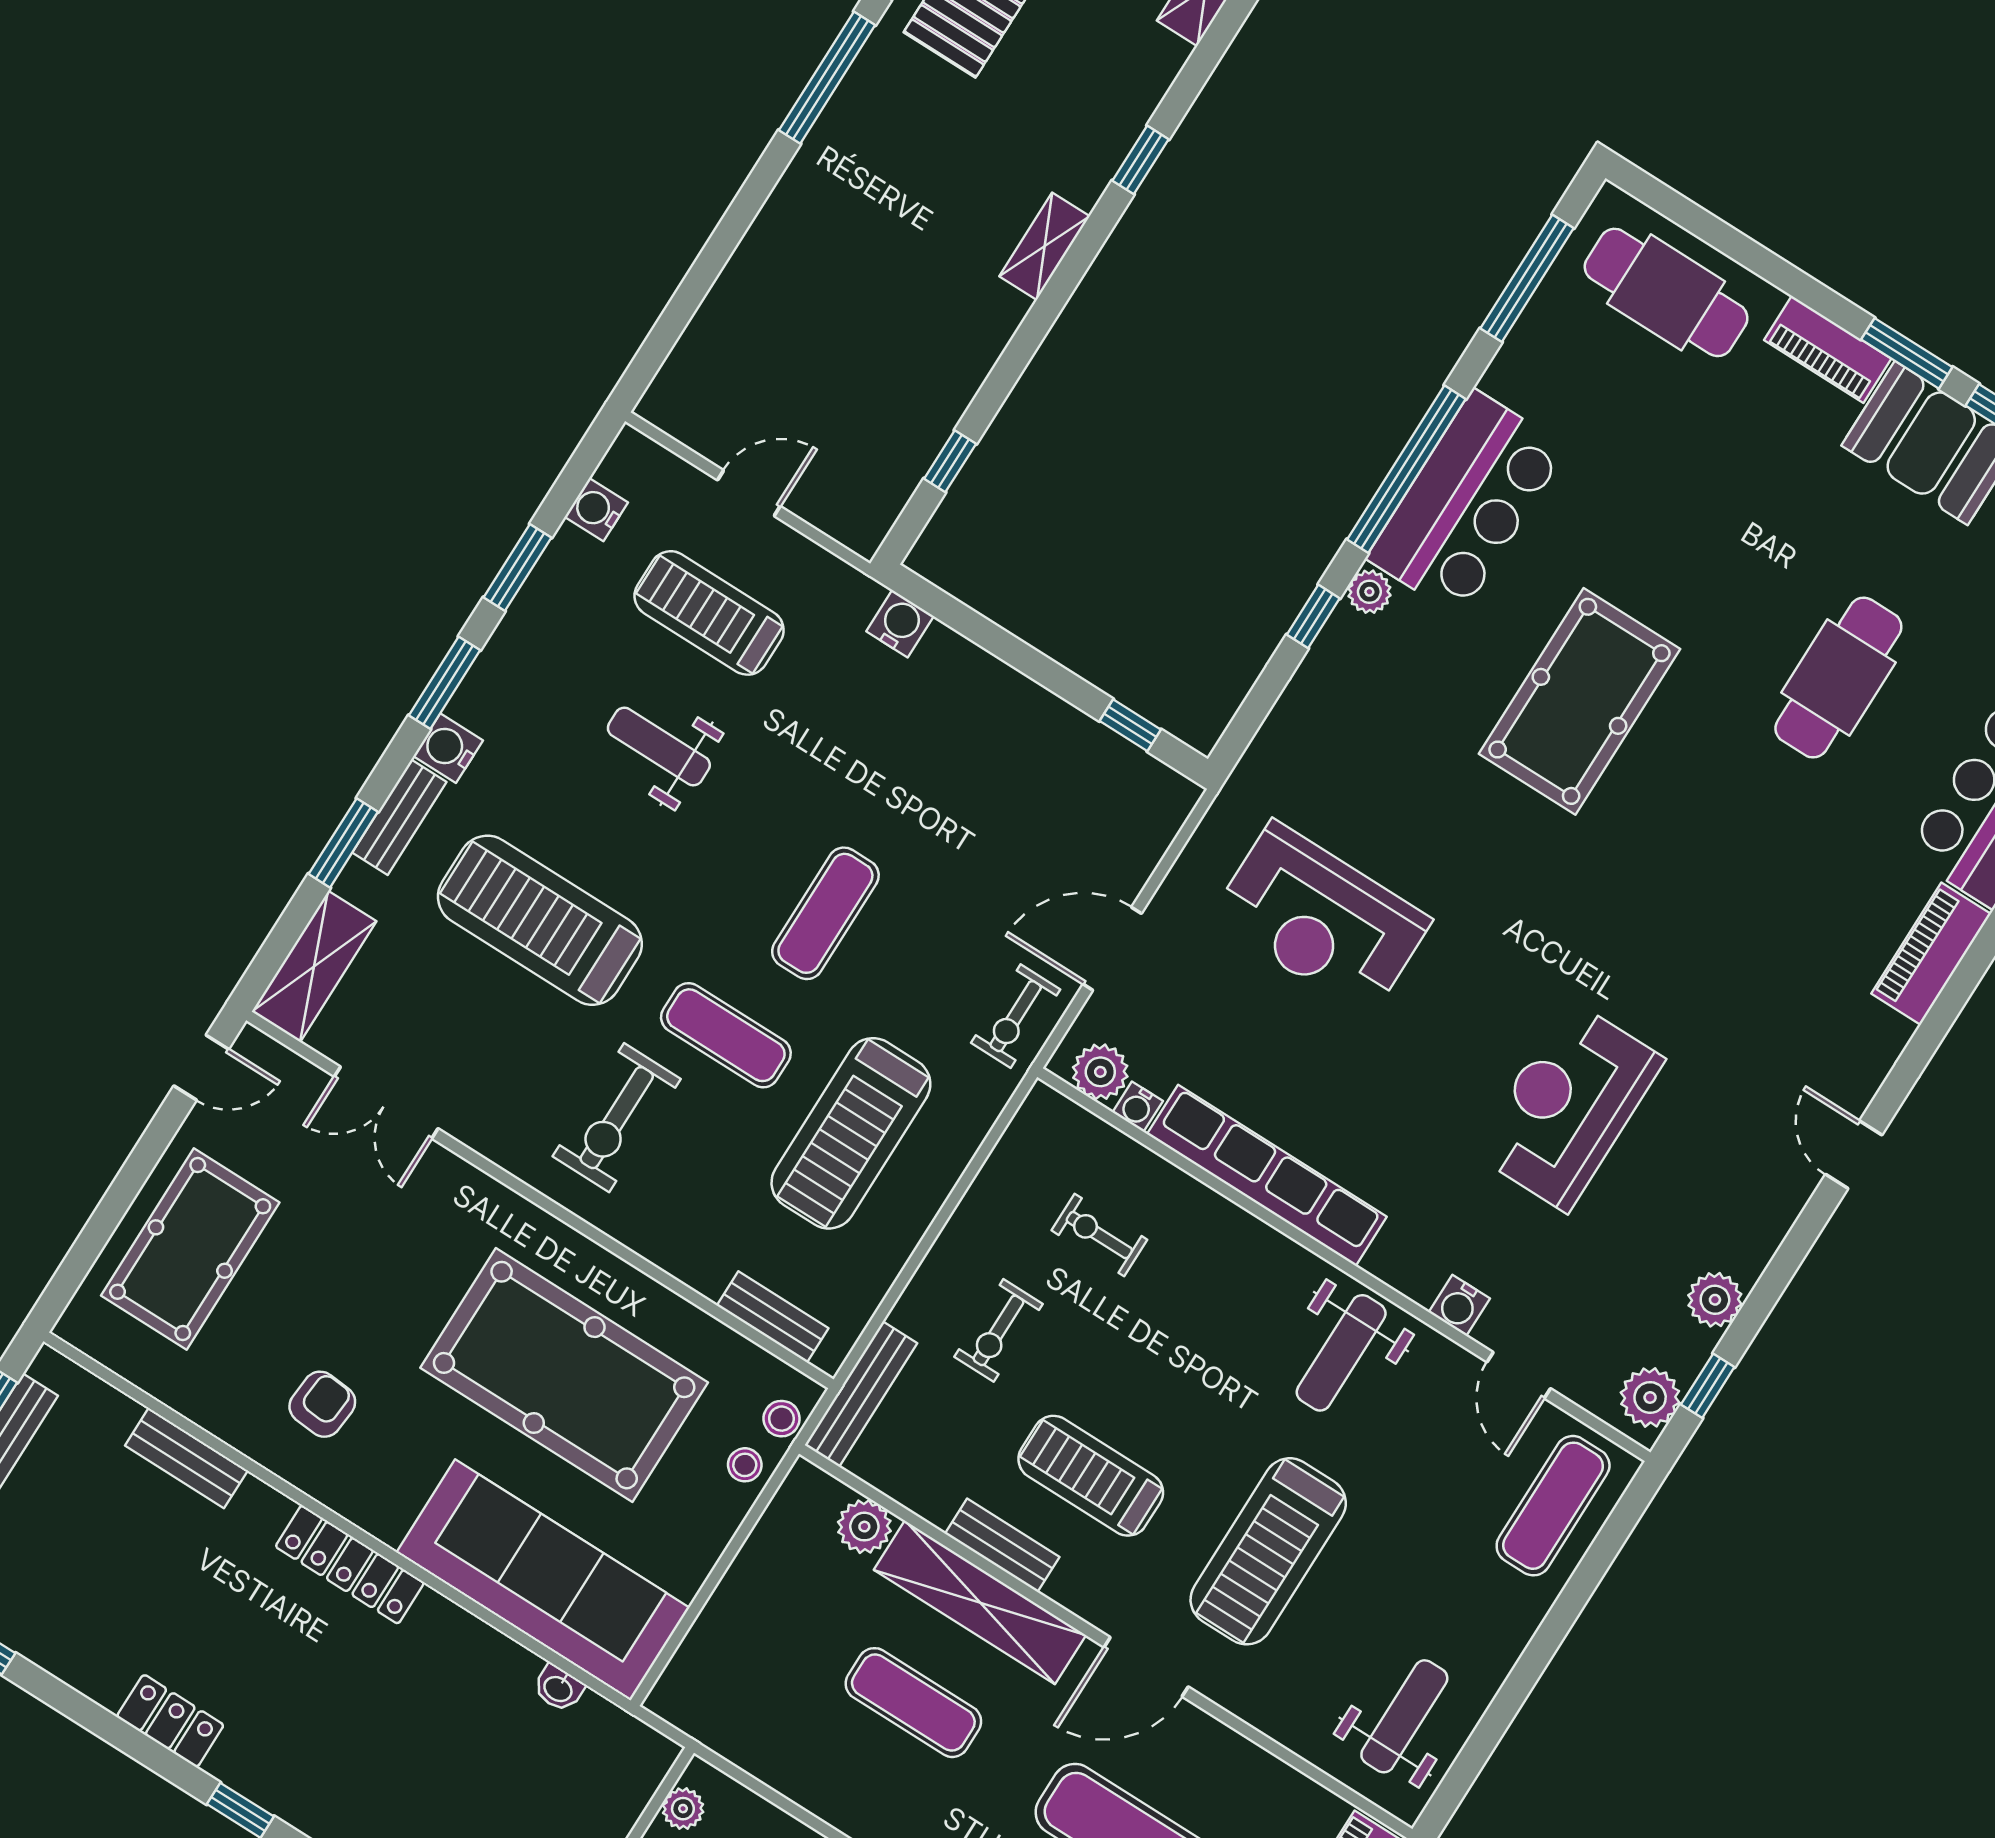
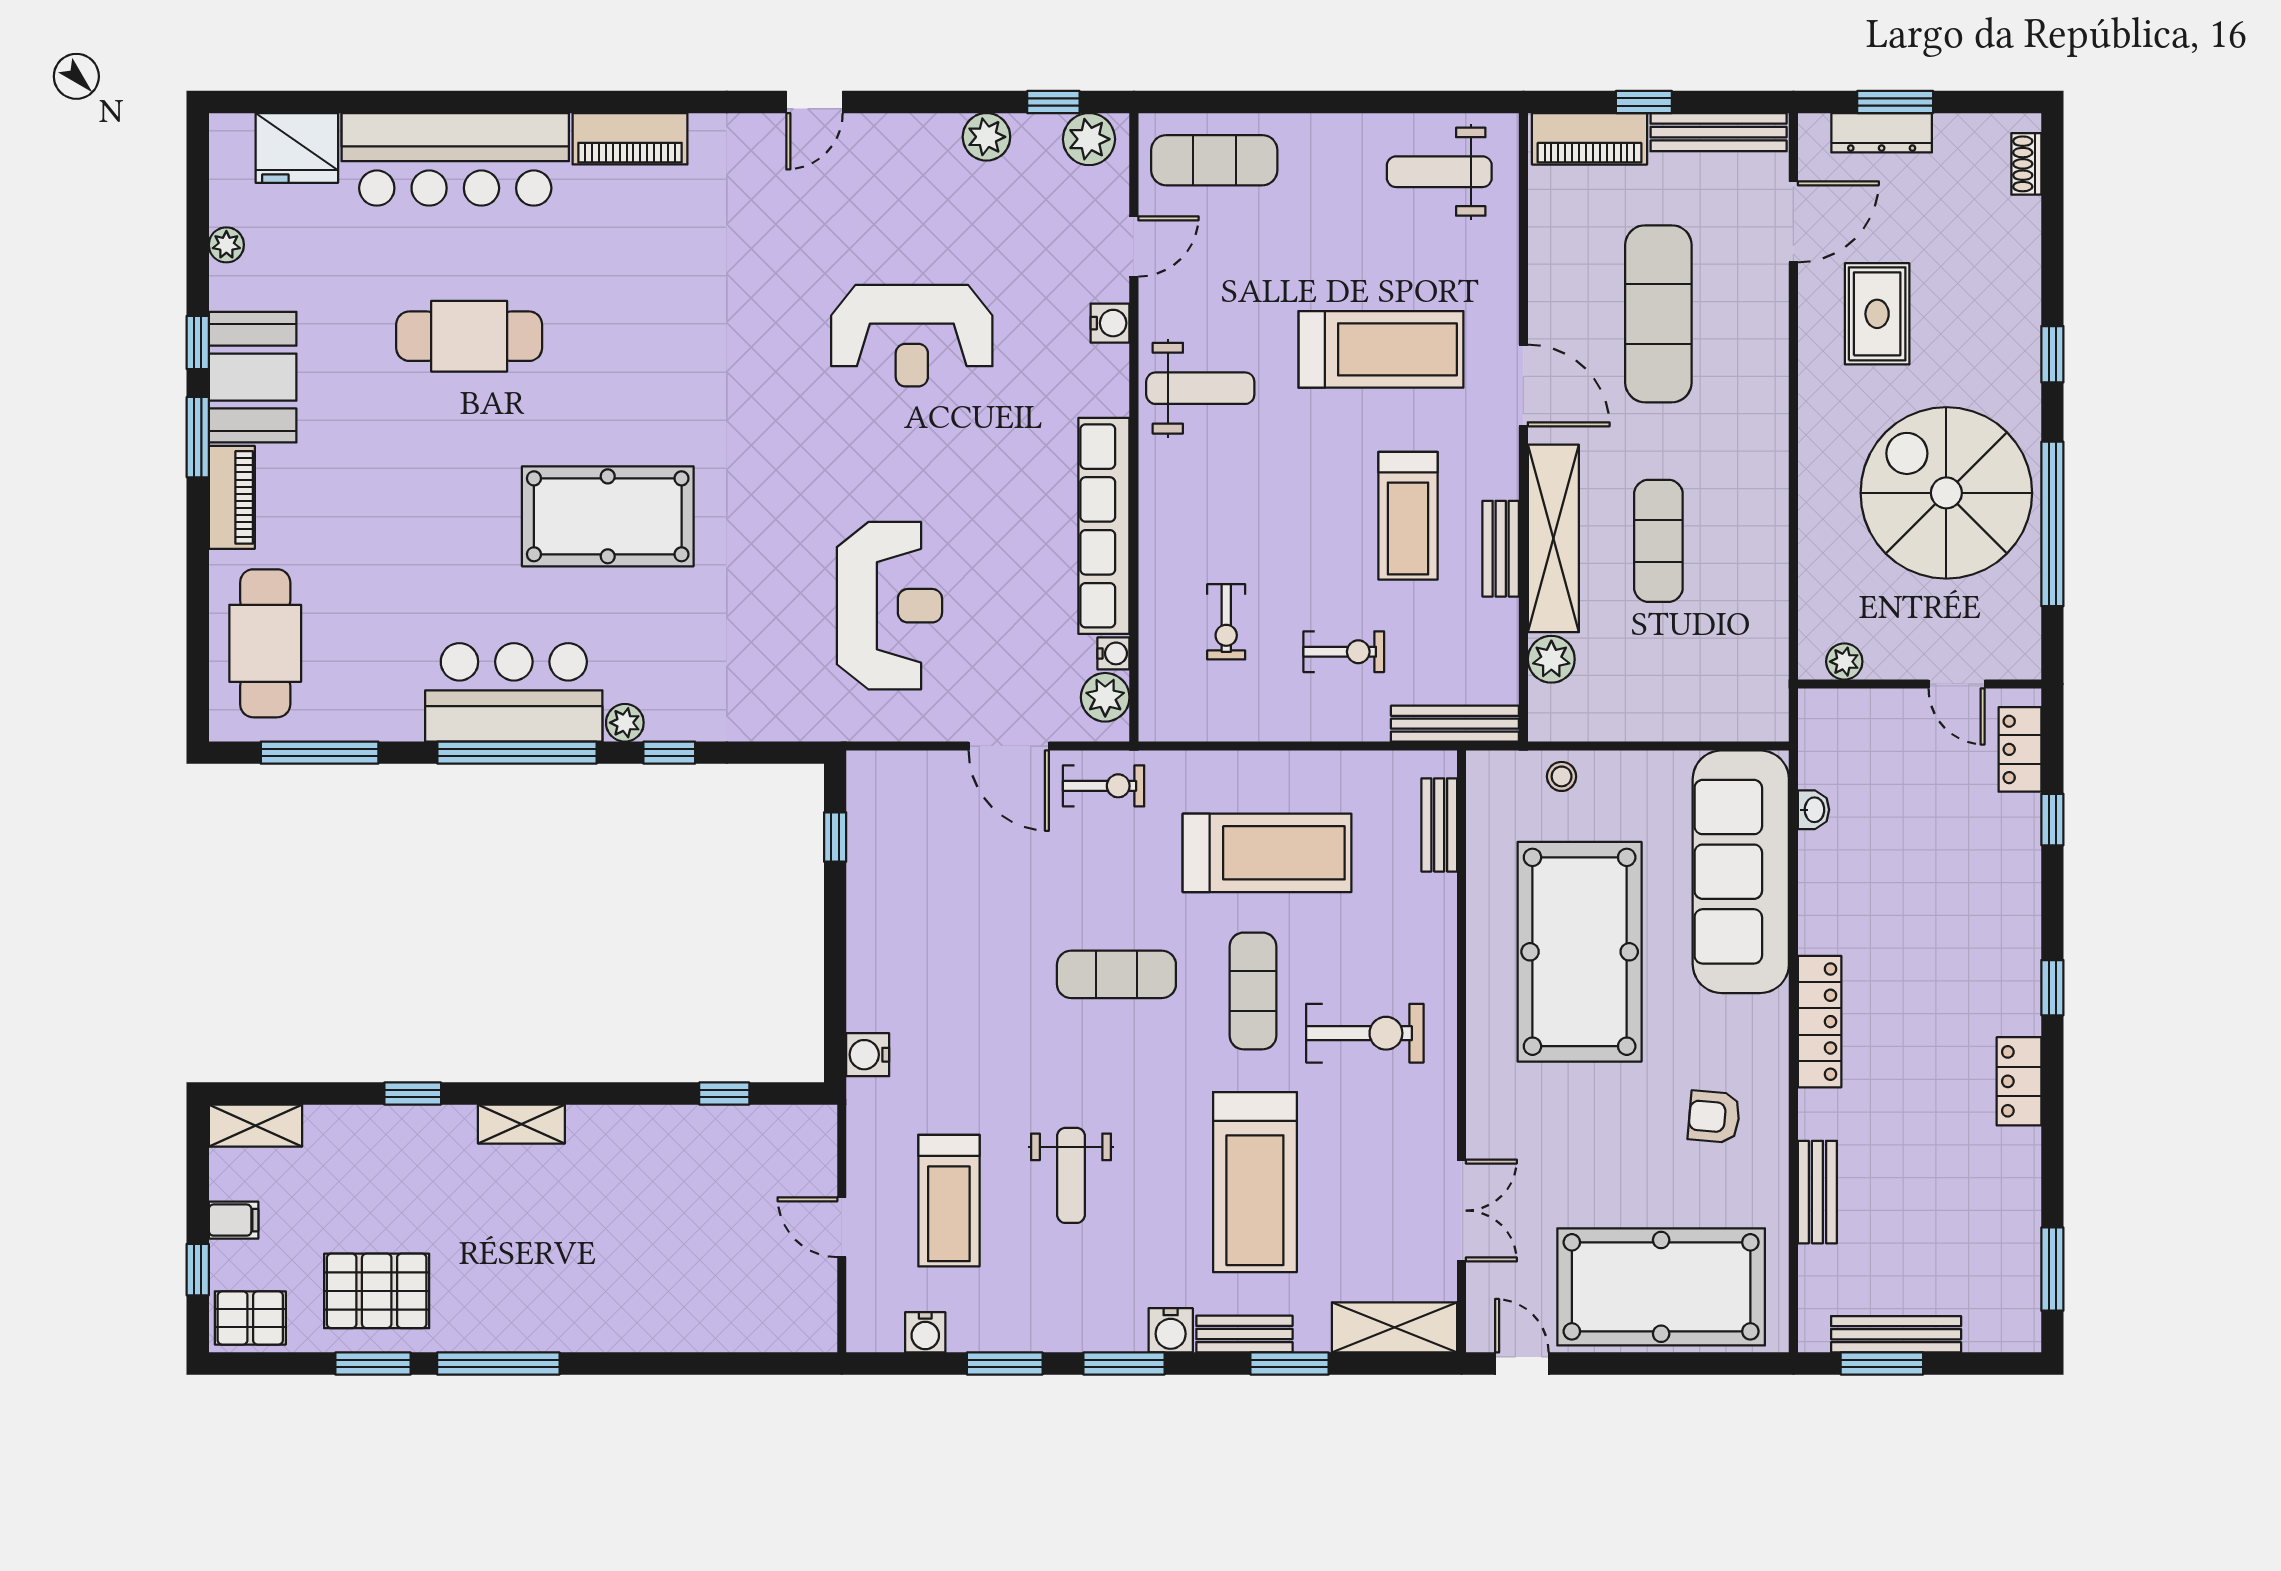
pool table: (190, 1249) -> (1661, 1287), width x1.36, depth x1.32
stool: (782, 1419) -> (1510, 771), removed

